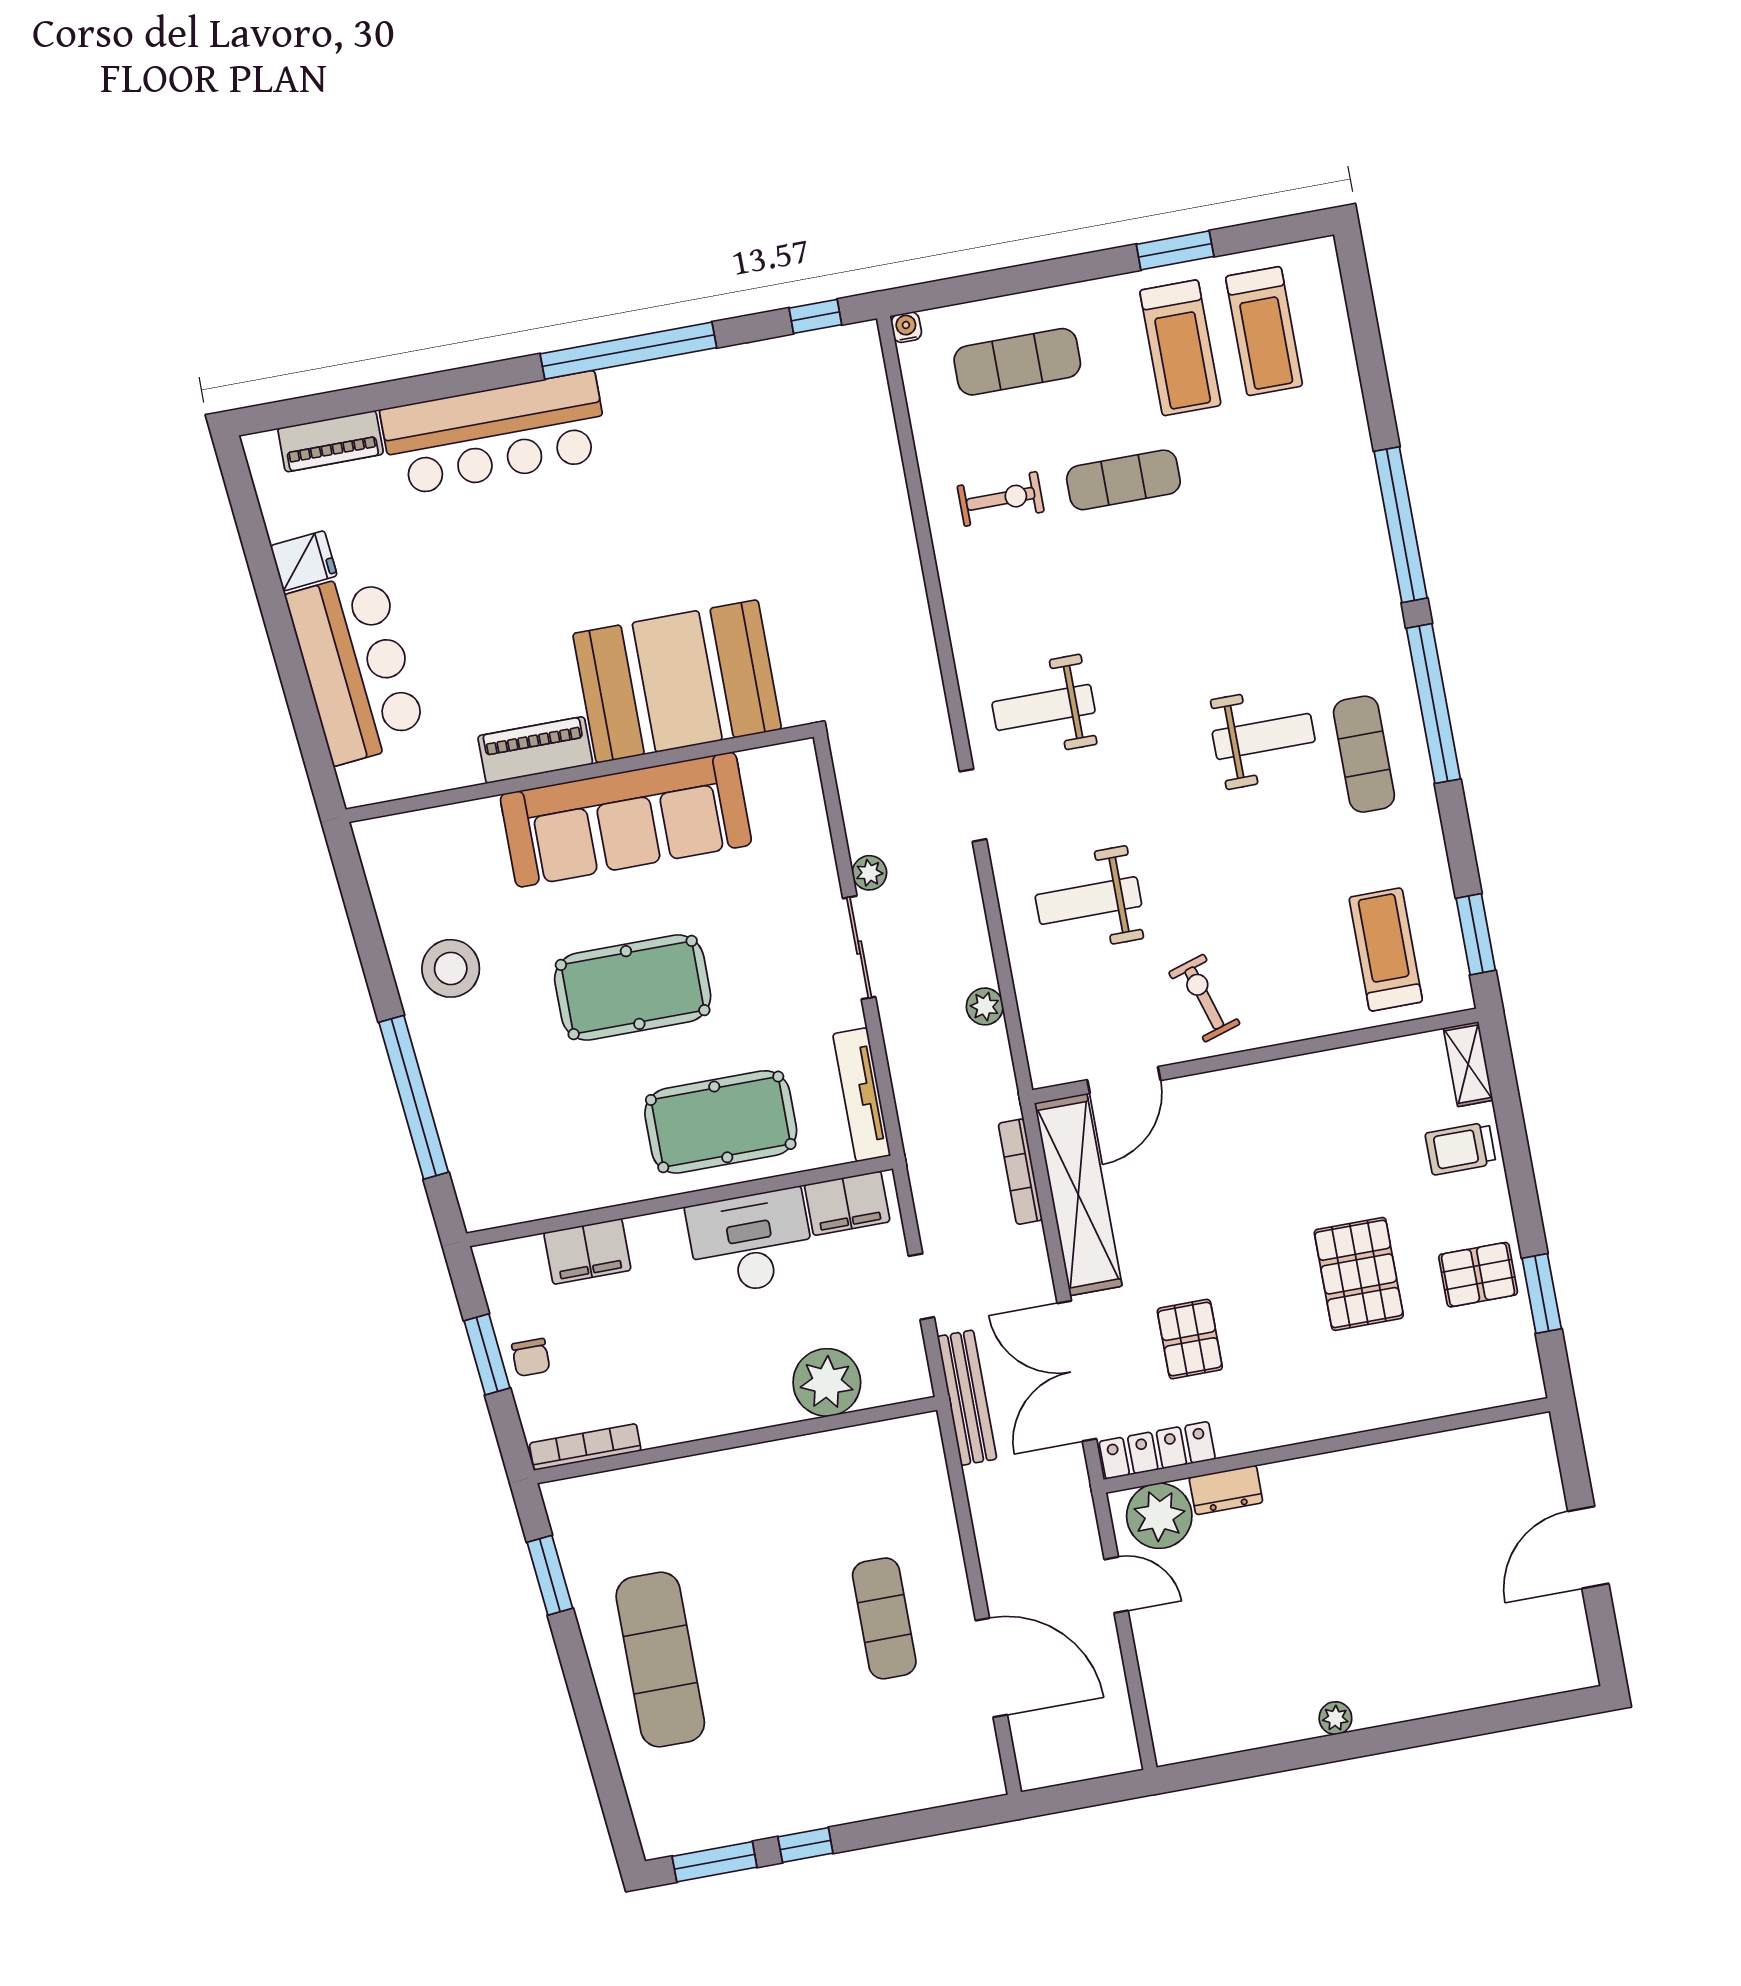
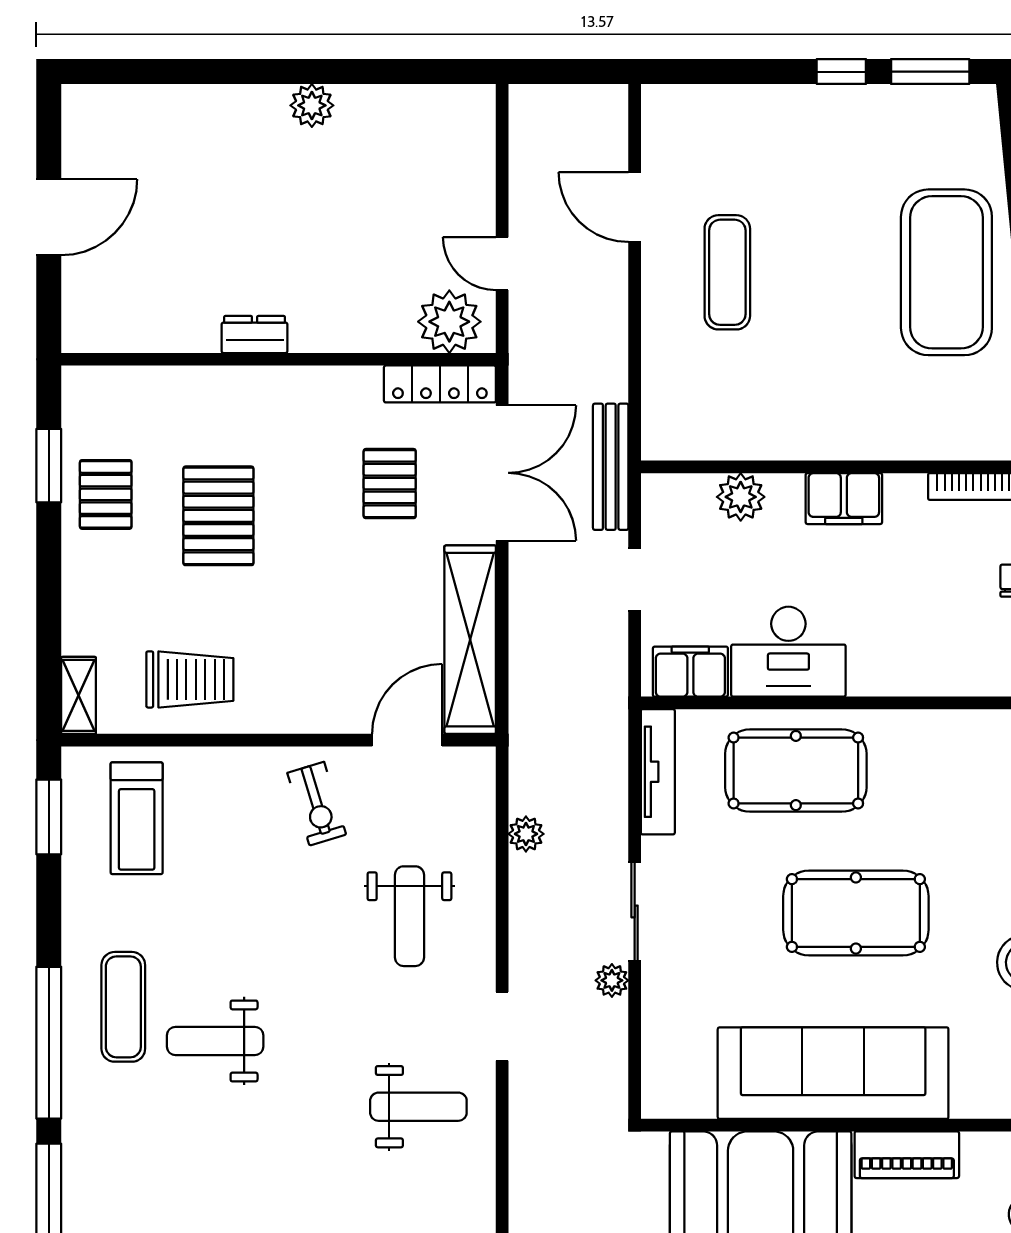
weight bench: (1088, 901) -> (409, 916), turned 90
trolley: (1460, 1148) -> (190, 679), moved, width x1.36, depth x1.39
bookcase: (1020, 1172) -> (521, 671), removed
filing cabinet: (587, 1251) -> (844, 499), moved, turned 180
pallet: (1478, 1275) -> (106, 494), turned 90
plant: (827, 1382) -> (741, 497), width x0.73, depth x0.73
dresser: (1226, 1490) -> (255, 334), moved
exercise mat: (660, 1660) -> (946, 272), width x1.47
door: (991, 1668) -> (635, 207), width x0.73
plant: (1335, 1718) -> (312, 105), width x1.38, depth x1.38

